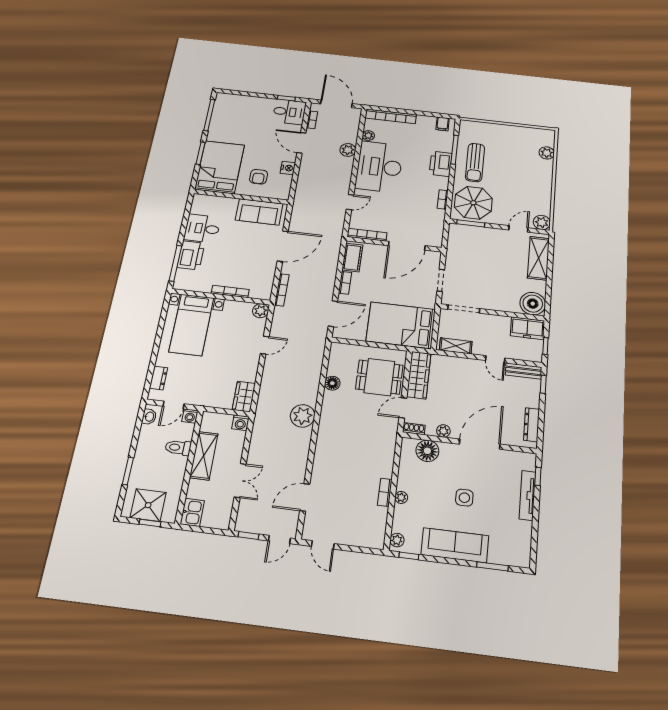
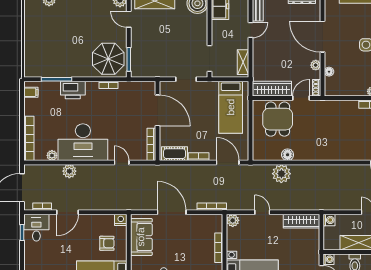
sun lounger: (475, 162) -> (67, 61), removed
nightstand: (288, 168) -> (121, 220), moved
bed: (401, 325) -> (231, 107), width x0.67
wardrobe: (244, 397) -> (301, 221), width x1.50
door: (403, 408) -> (301, 98), swing flipped
plant: (303, 416) -> (281, 174), moved
floor lamp: (427, 451) -> (329, 72), width x0.53, depth x0.53

